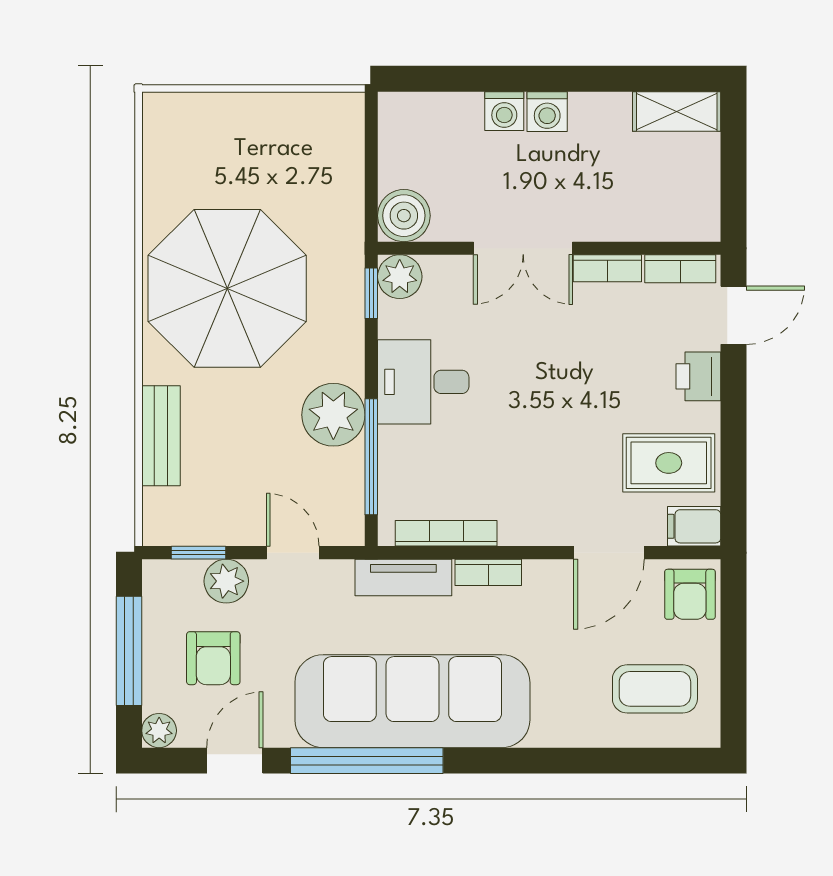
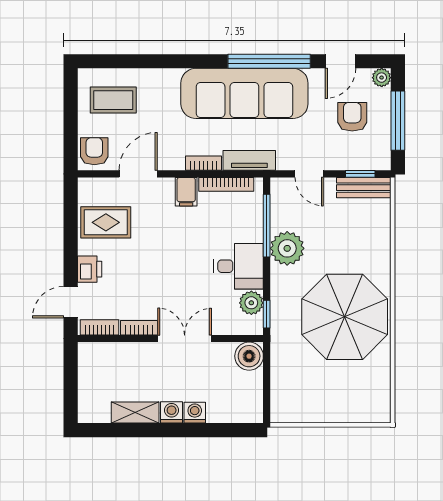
shelving: (677, 112) -> (135, 412), moved
plant: (400, 277) -> (251, 303), moved
bench: (161, 436) -> (364, 188), moved, turned 90
filing cabinet: (694, 526) -> (186, 192), moved, turned 90
plant: (226, 581) -> (345, 158), removed

